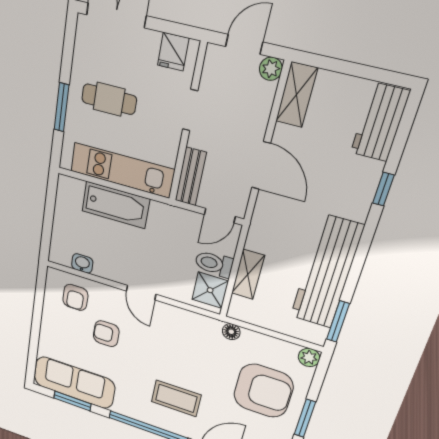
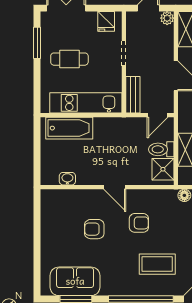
window: (61, 107) -> (37, 43), moved
bathtub: (116, 205) -> (69, 128), moved
armchair: (75, 297) -> (139, 223), moved, turned -90
sofa: (74, 383) -> (75, 281), width x0.73

